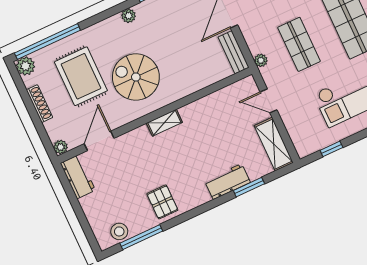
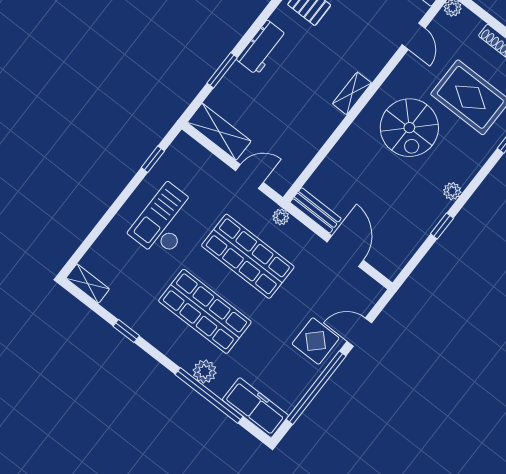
shop shelf: (299, 44) -> (248, 256), width x1.43, depth x1.36
spiral stairs: (136, 77) -> (409, 128), turned 90
door: (99, 141) -> (414, 36), width x0.73
workbench: (227, 182) -> (262, 48), moved

